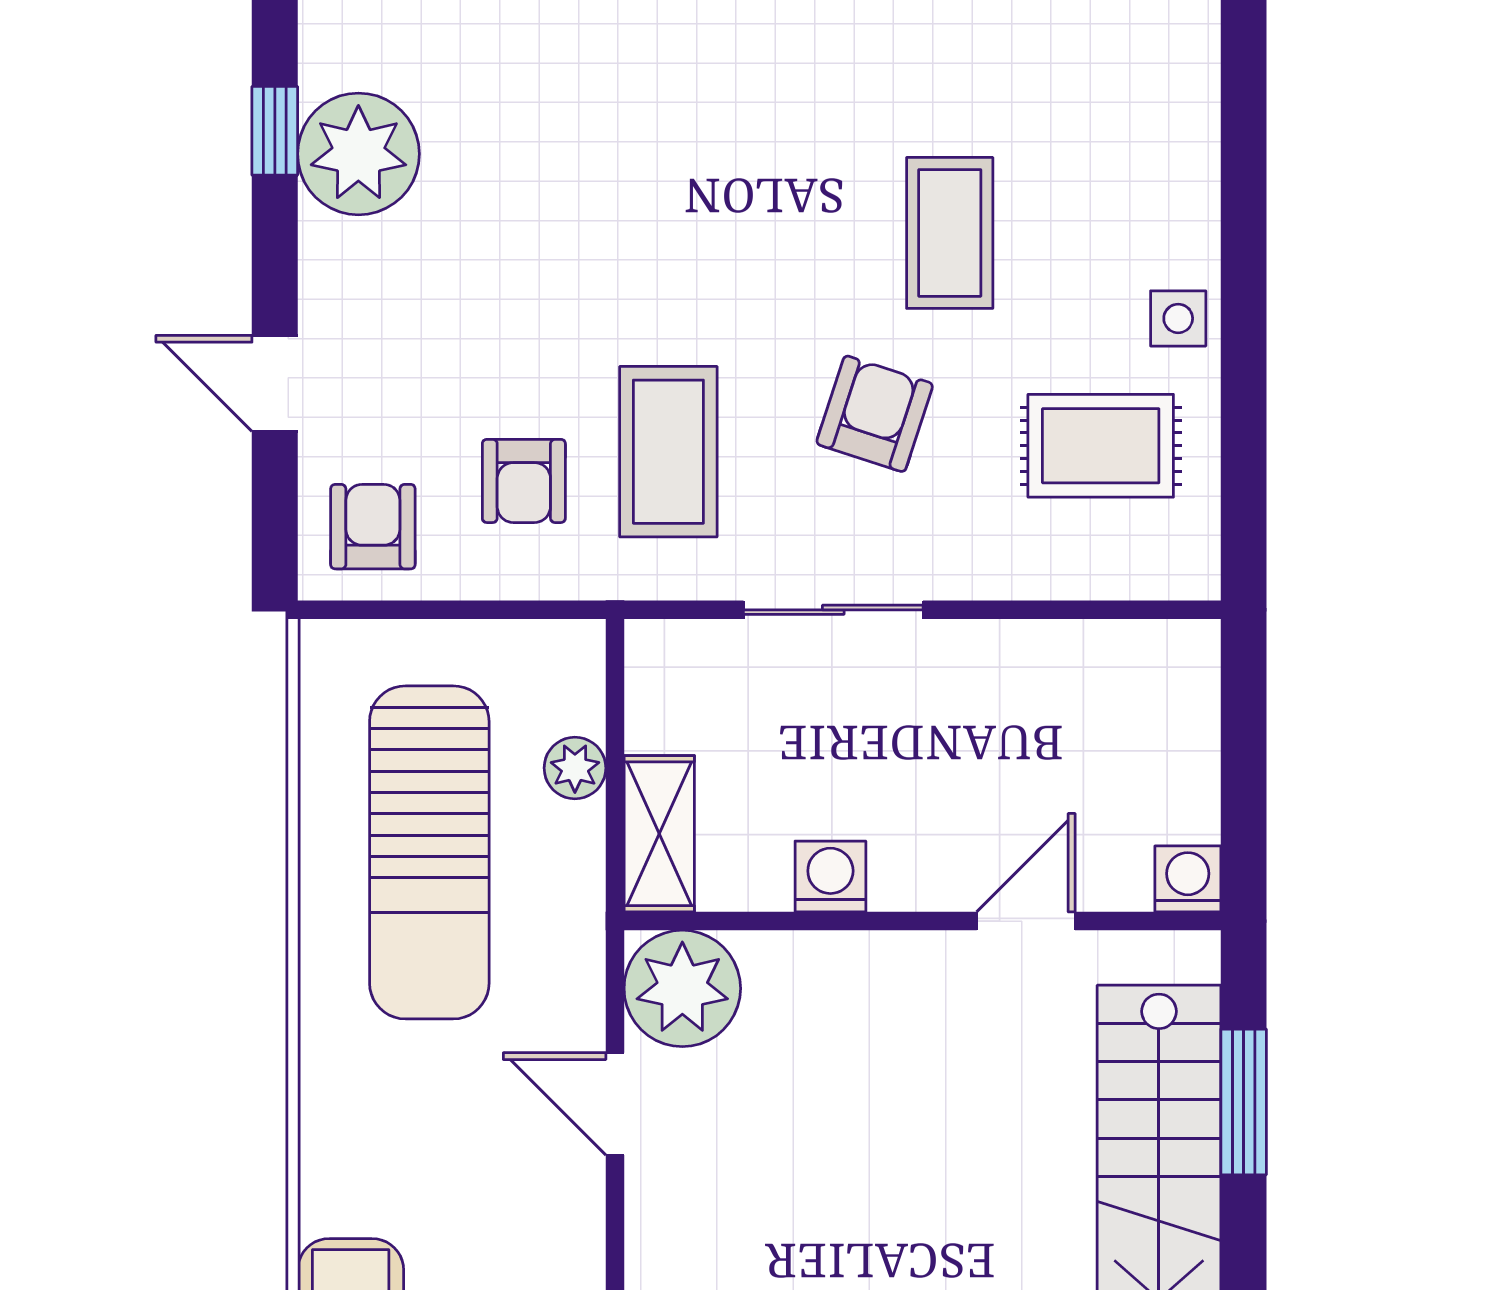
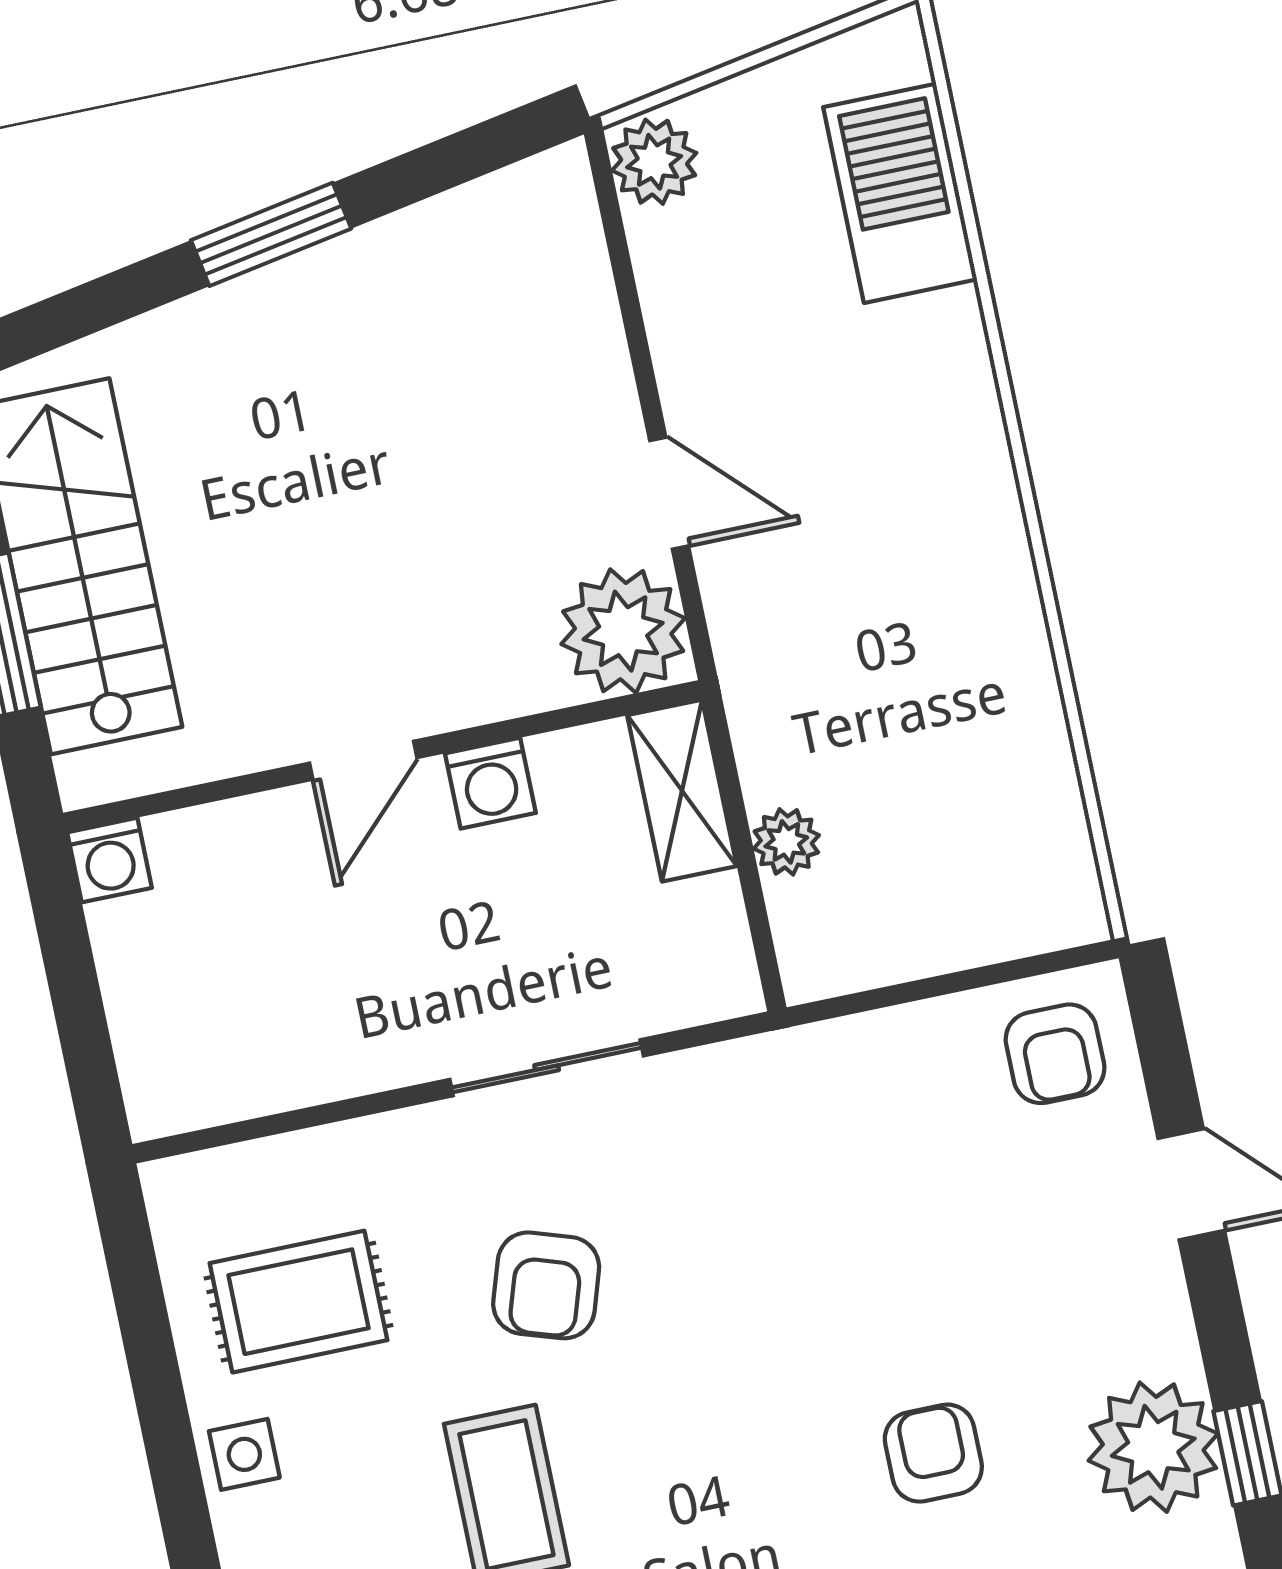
coffee table: (668, 452) -> (757, 1199), removed
armchair: (524, 481) -> (933, 1453), moved
sun lounger: (429, 852) -> (923, 720), removed
door: (1026, 921) -> (363, 760), moved

